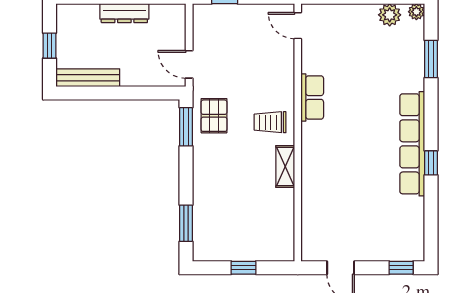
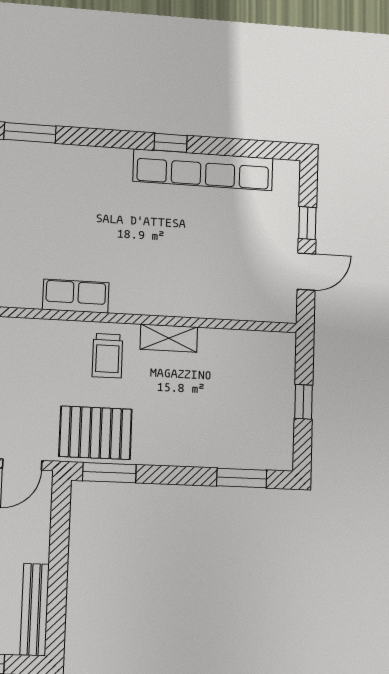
pallet: (214, 116) -> (96, 433), width x1.50, depth x1.42
row of seats: (412, 144) -> (203, 170), moved
window: (401, 268) -> (307, 223), moved

